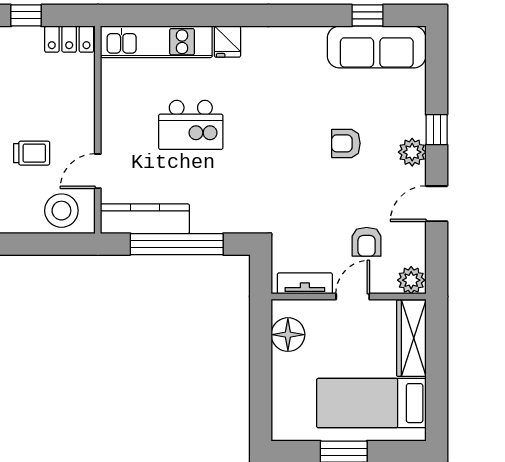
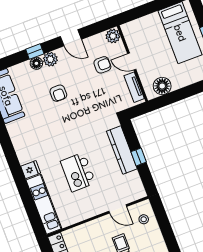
floor lamp: (414, 124) -> (36, 63), added
kitchen island: (191, 125) -> (78, 172), turned 180
stool: (61, 211) -> (144, 219), width x0.53, depth x0.53
kitchen counter: (145, 219) -> (122, 150), moved
window: (177, 244) -> (139, 157), width x0.32
wardrobe: (411, 338) -> (141, 25), removed

